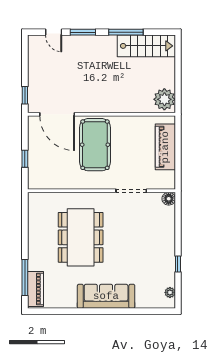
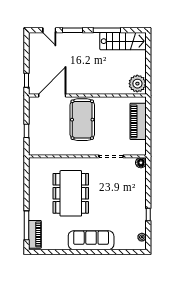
door: (57, 114) -> (52, 95), swing flipped

